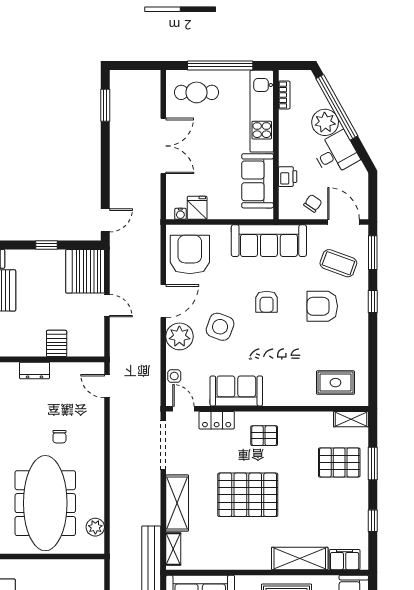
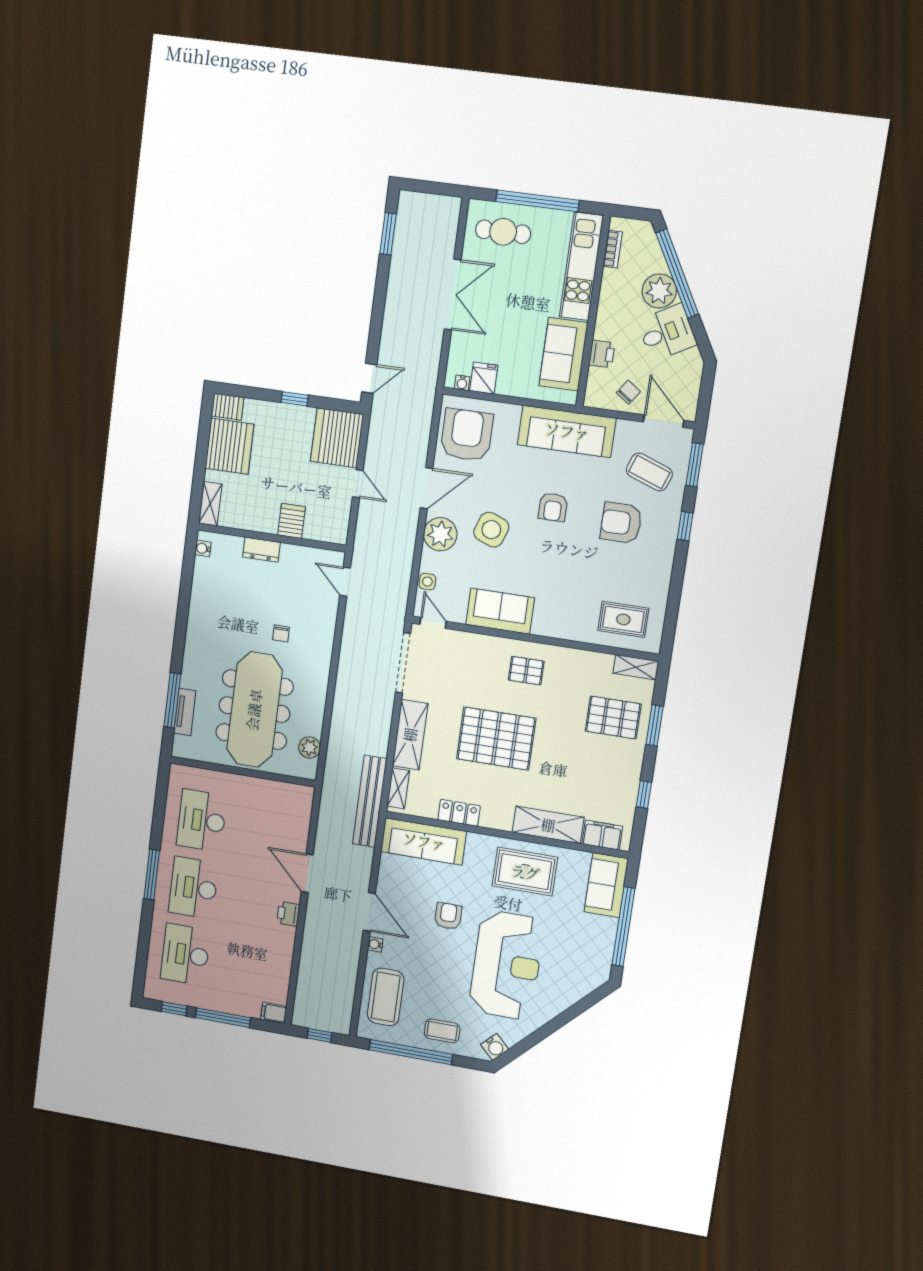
locker: (217, 420) -> (459, 813), moved, turned 180

